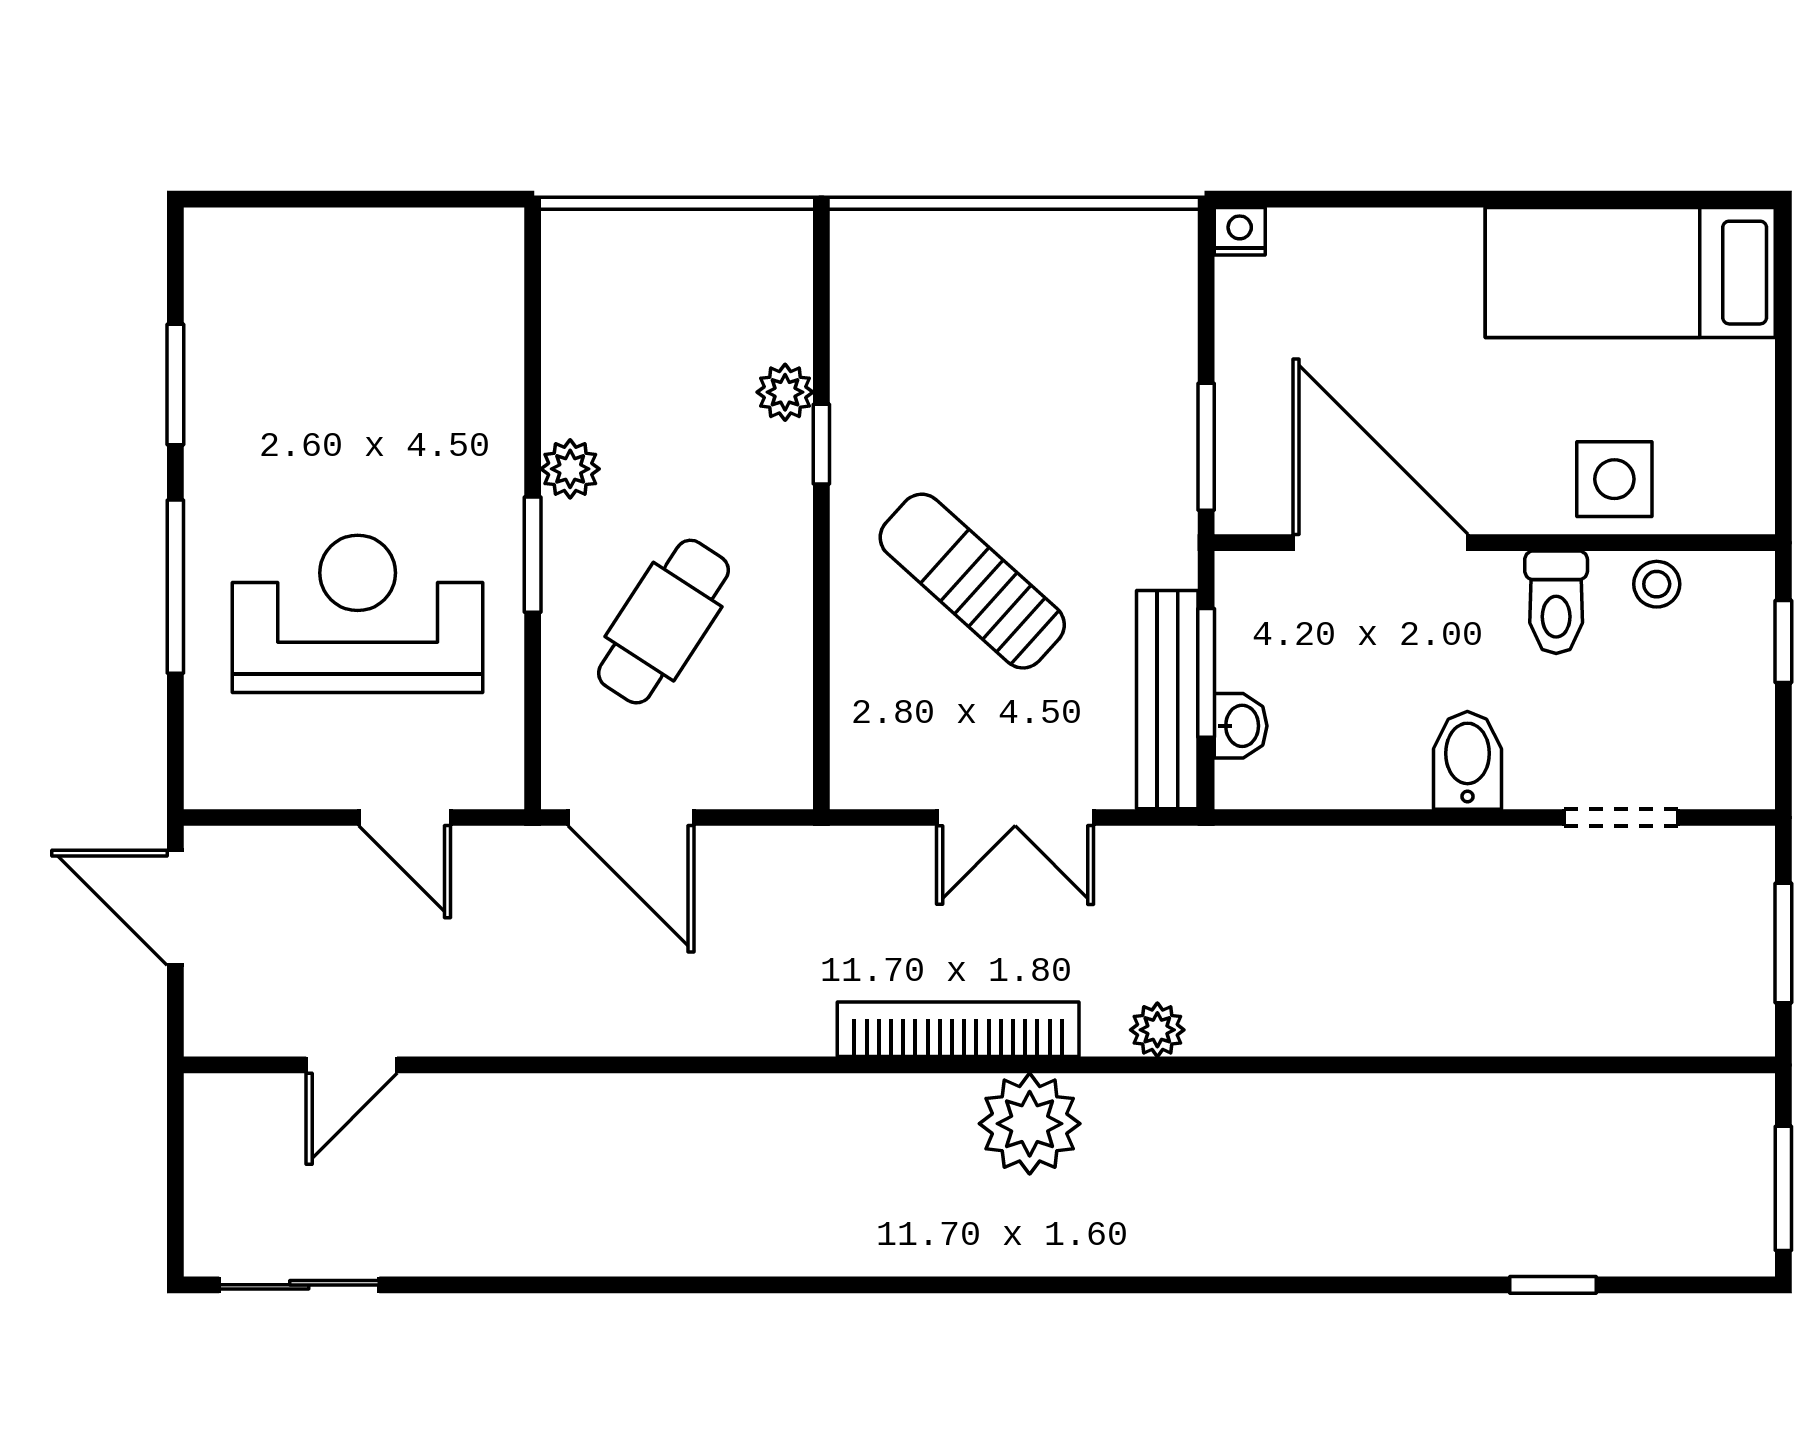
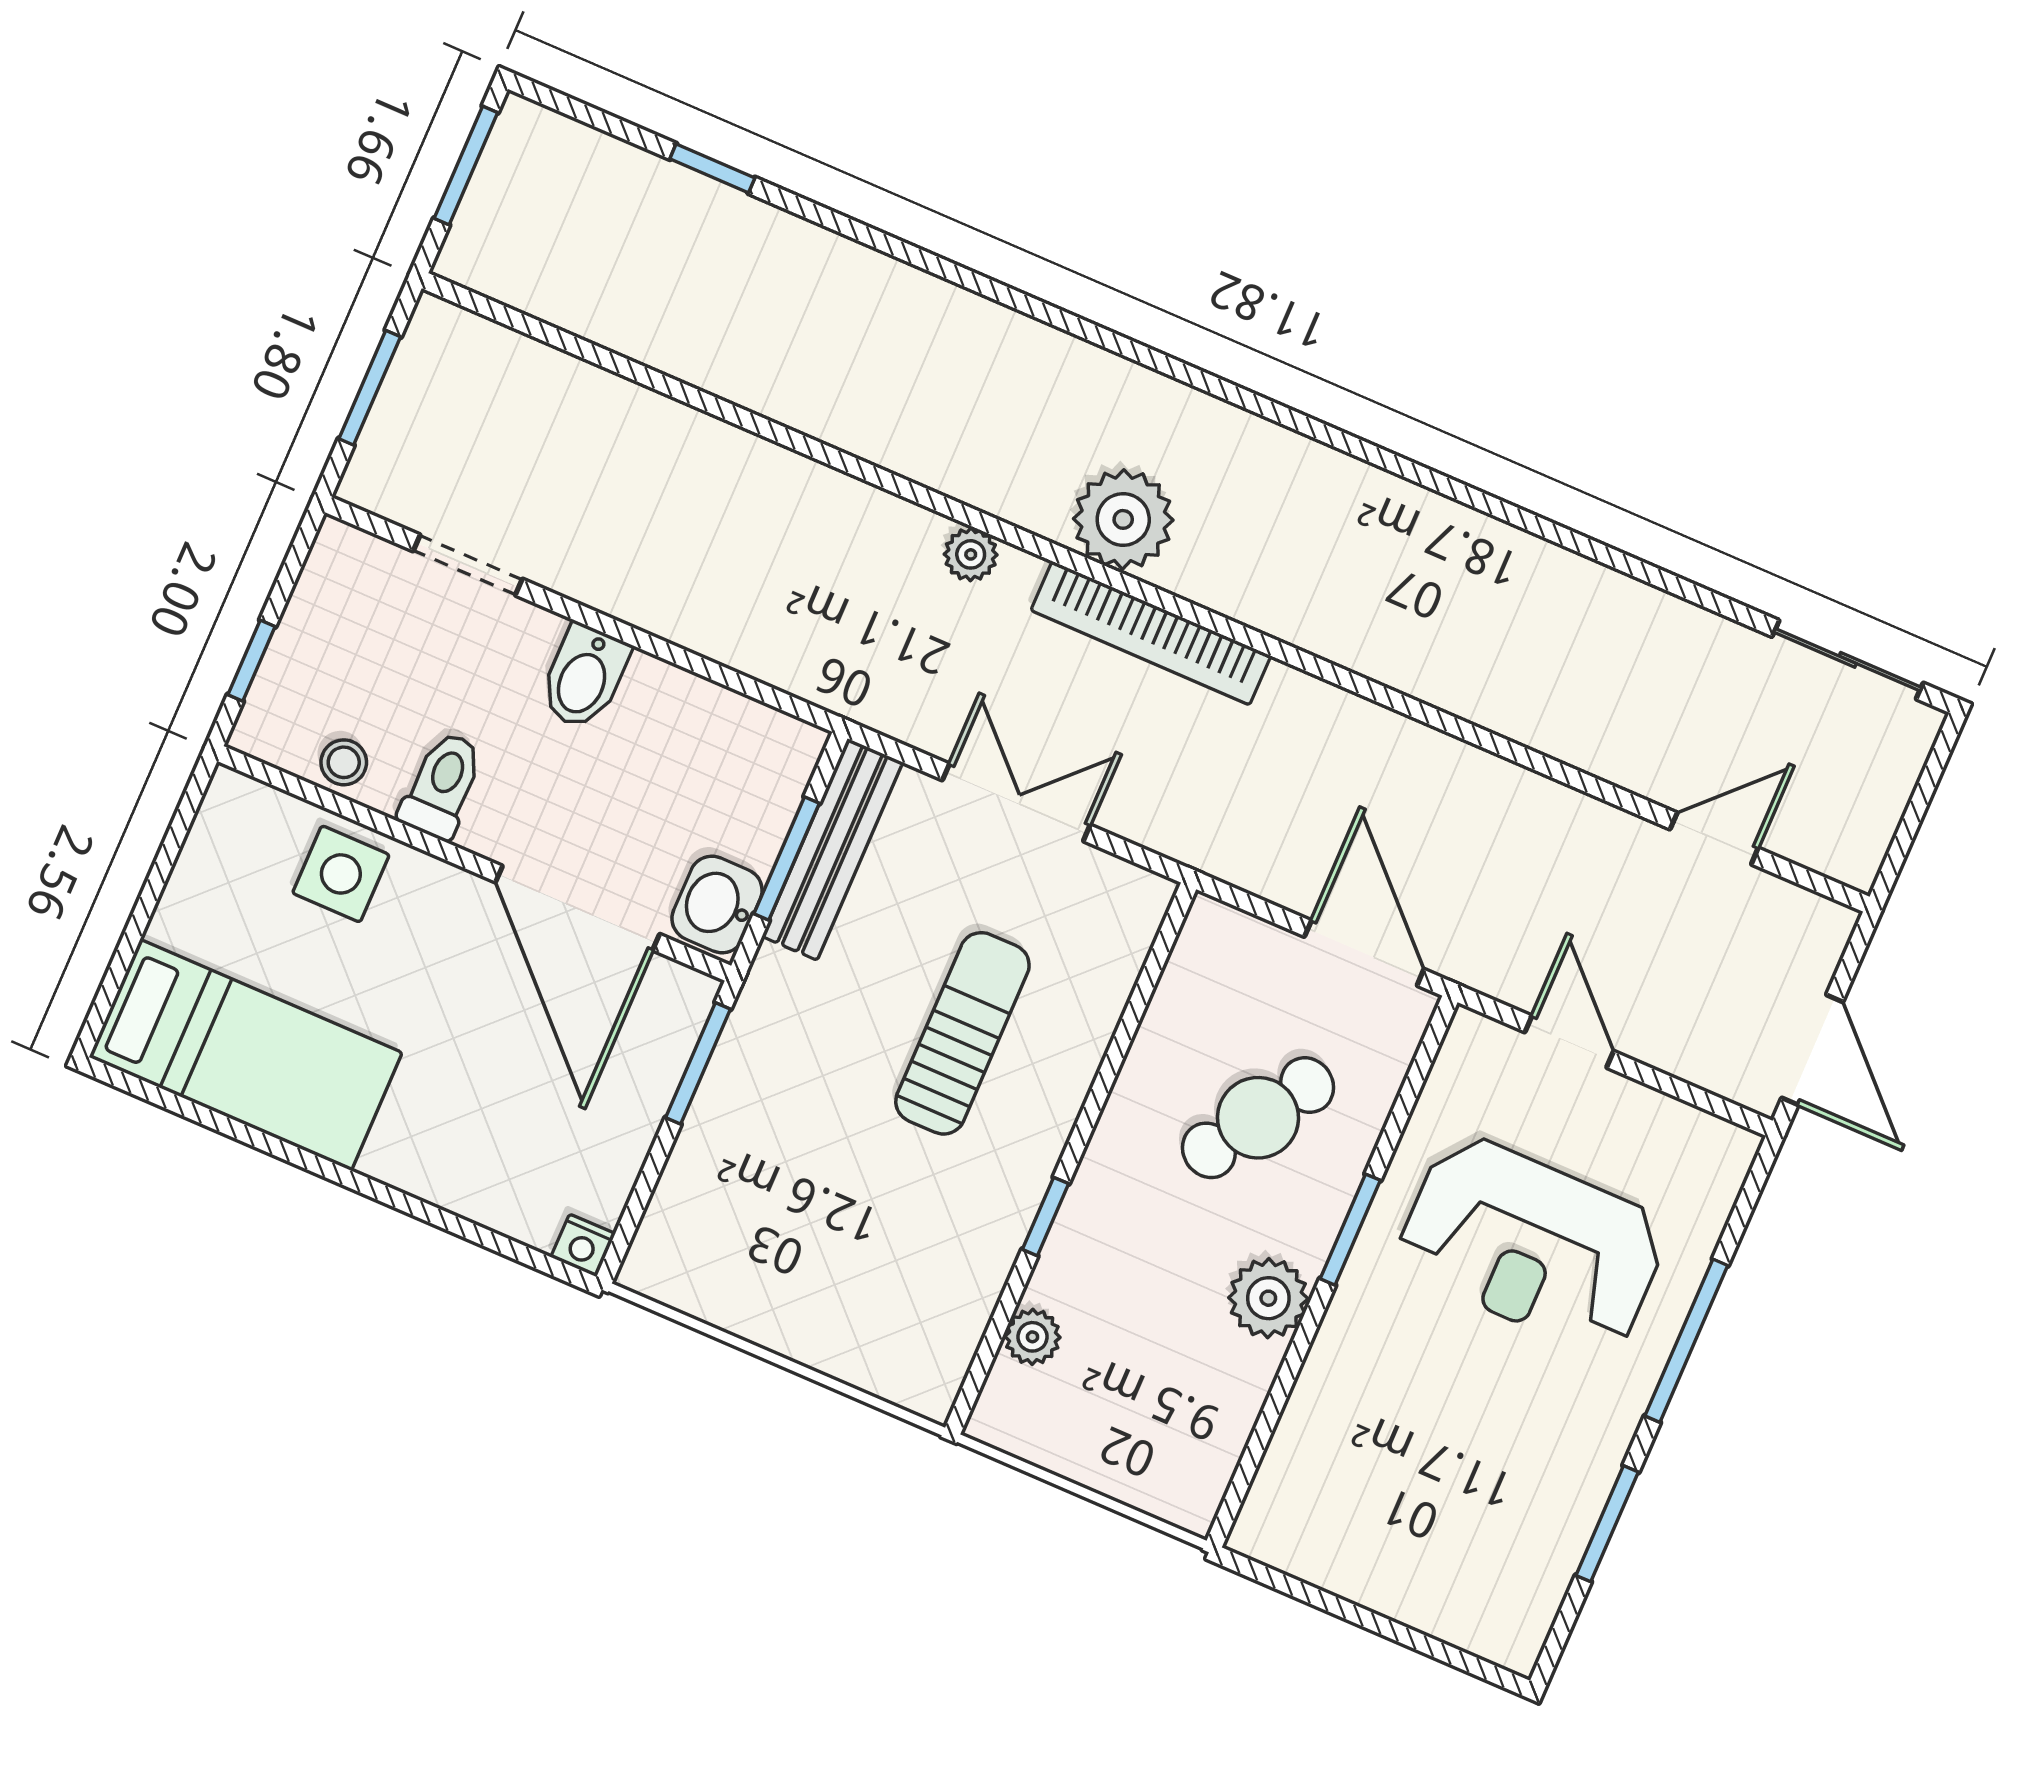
plant: (785, 392) -> (1032, 1337), moved
plant: (570, 469) -> (1268, 1298), width x1.38, depth x1.38
sun lounger: (972, 581) -> (962, 1033), turned -132
washbasin: (1241, 726) -> (717, 904), moved, width x1.38, depth x1.45

